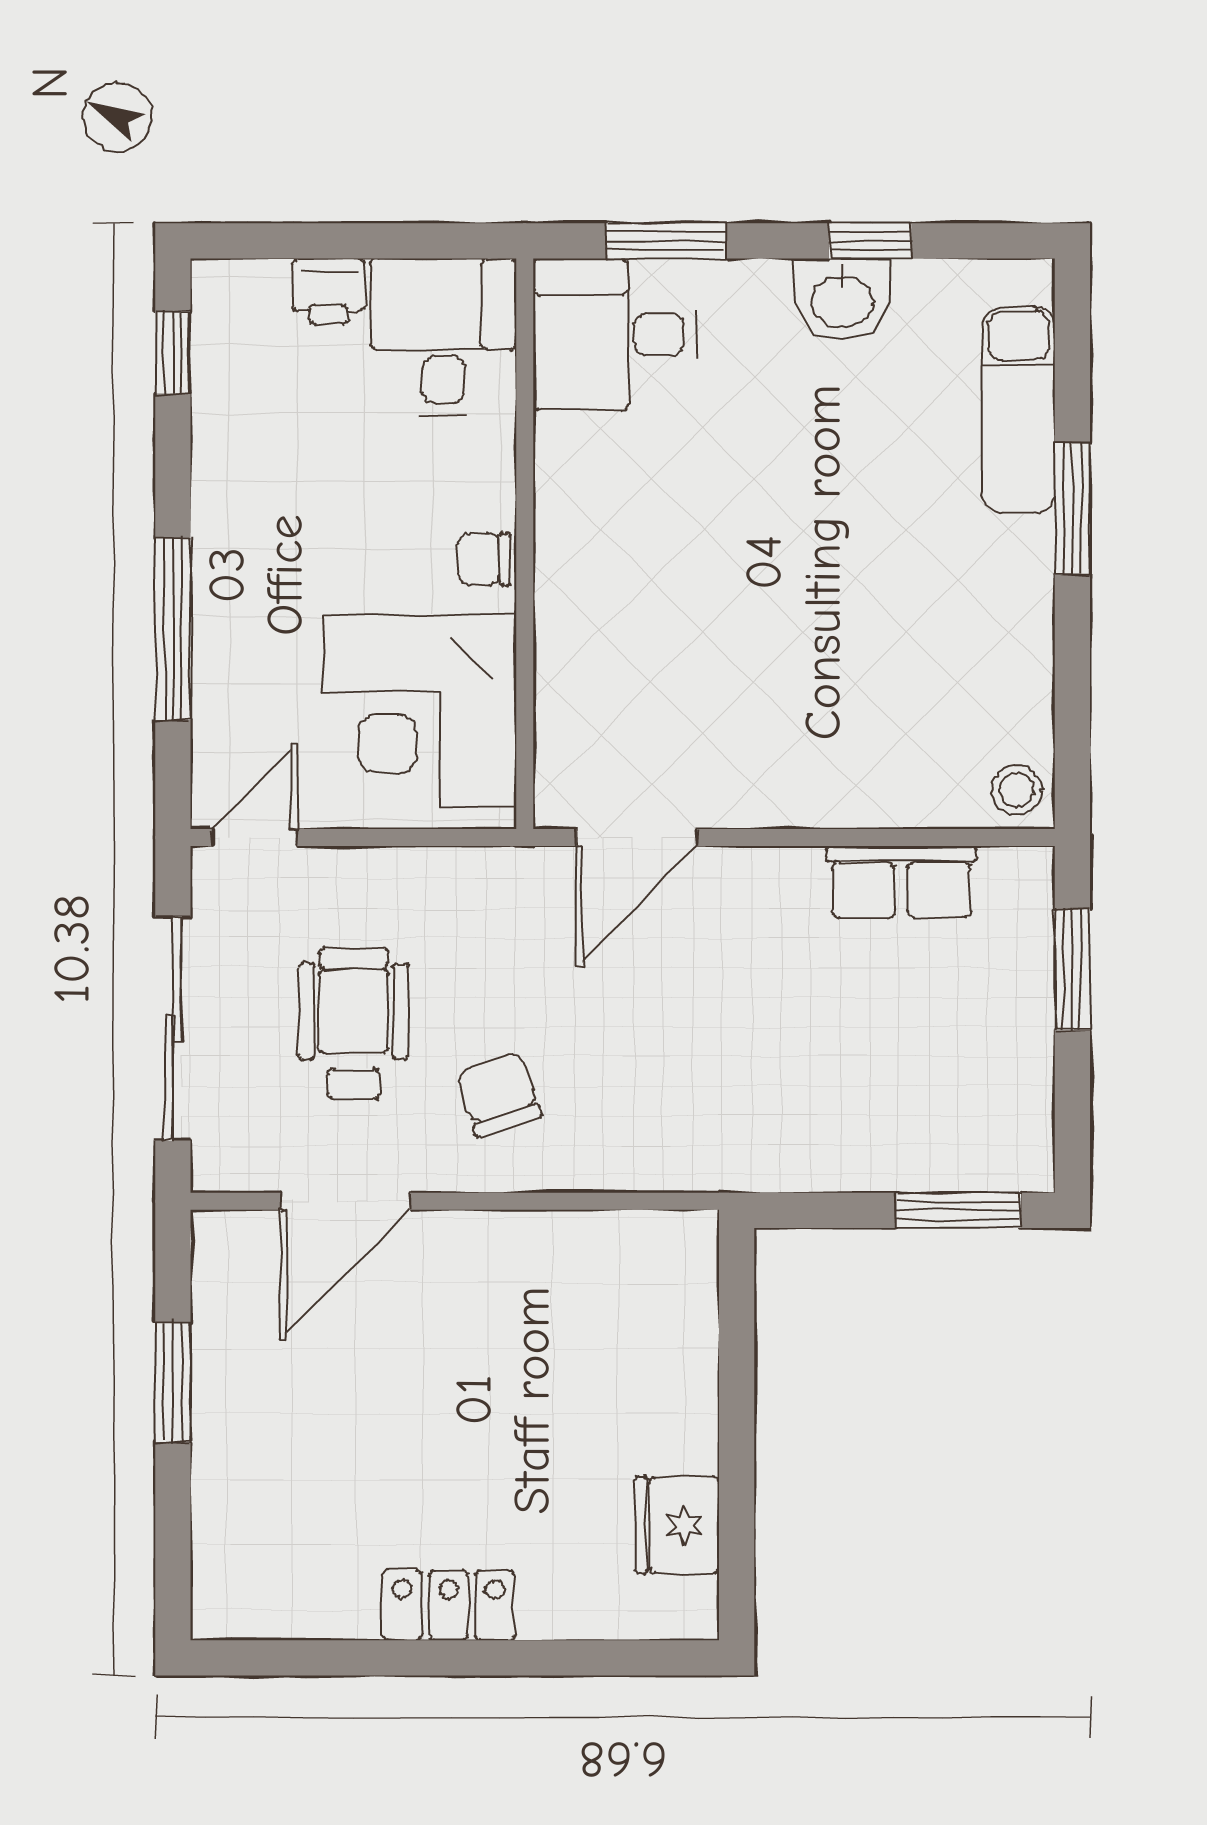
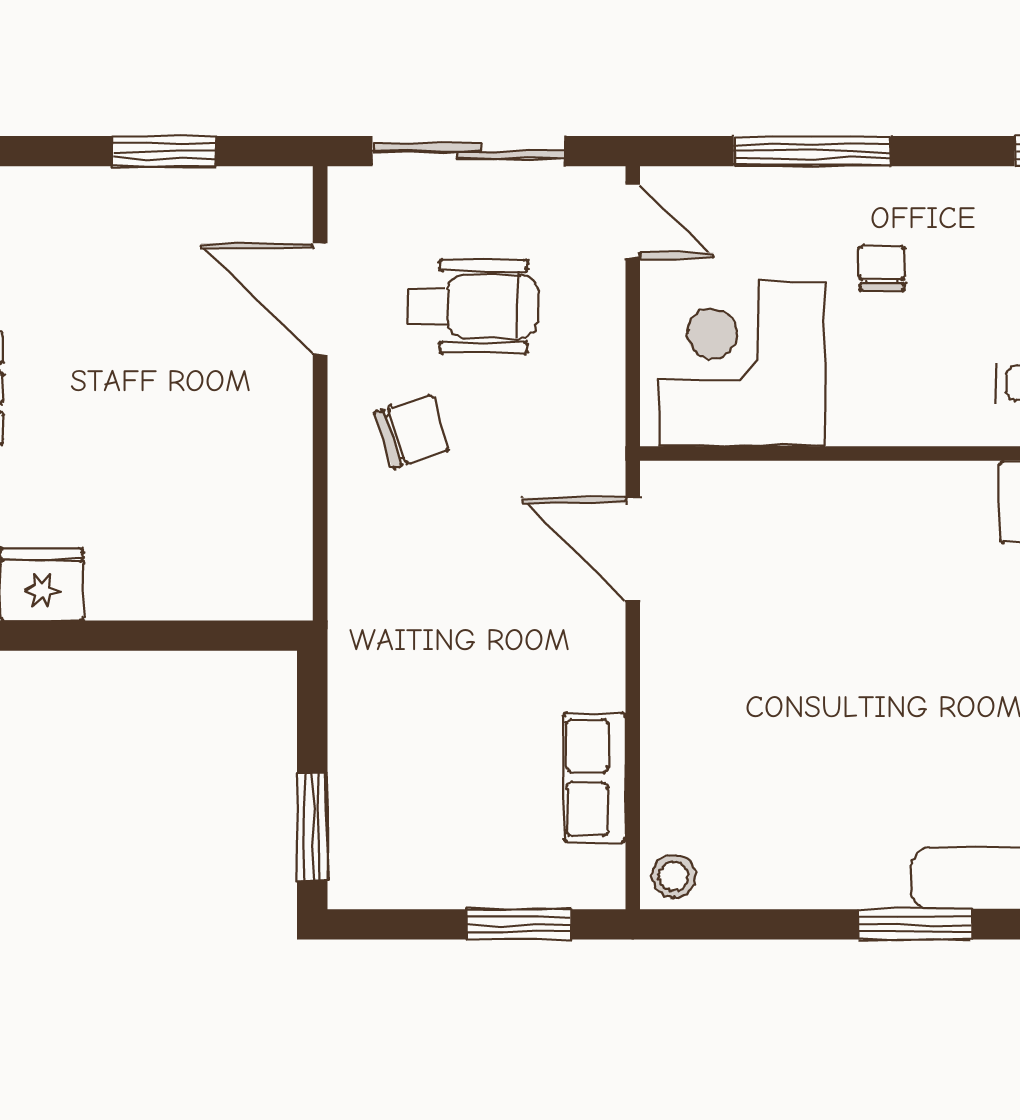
chair: (484, 559) -> (882, 268), moved

